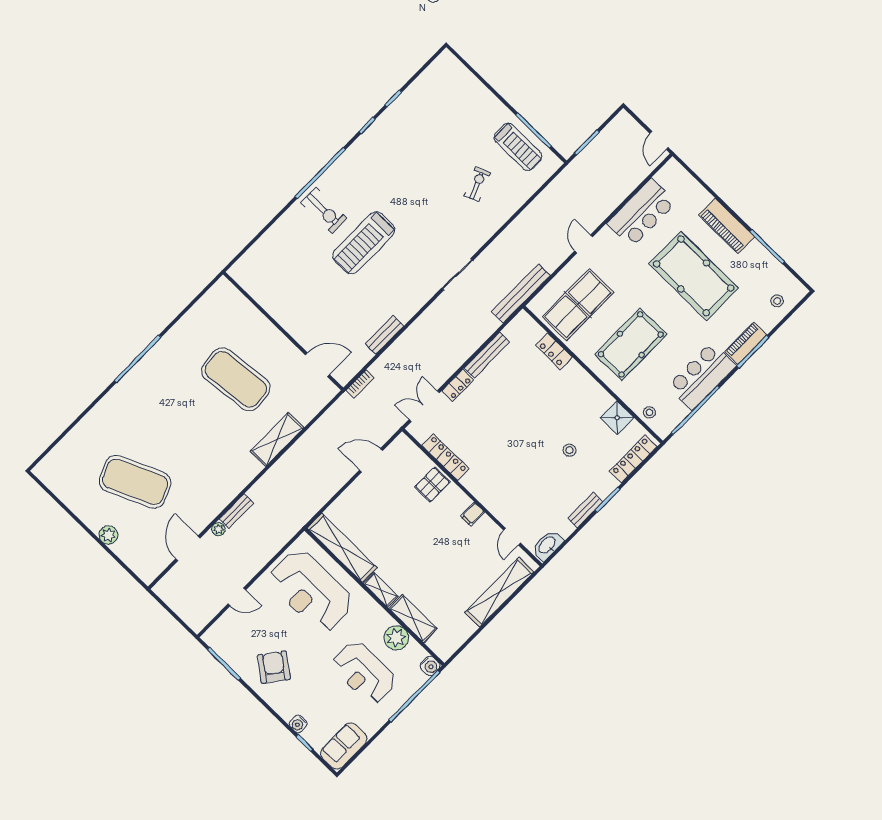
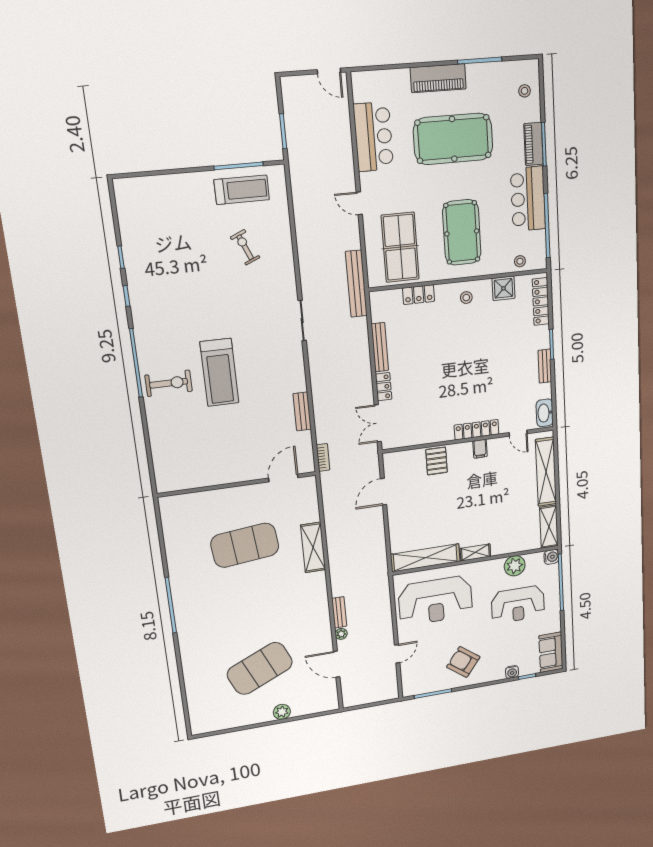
stool: (569, 450) -> (466, 298), moved
locker: (445, 457) -> (477, 430), moved
shelving: (413, 619) -> (549, 527), moved, turned 90

